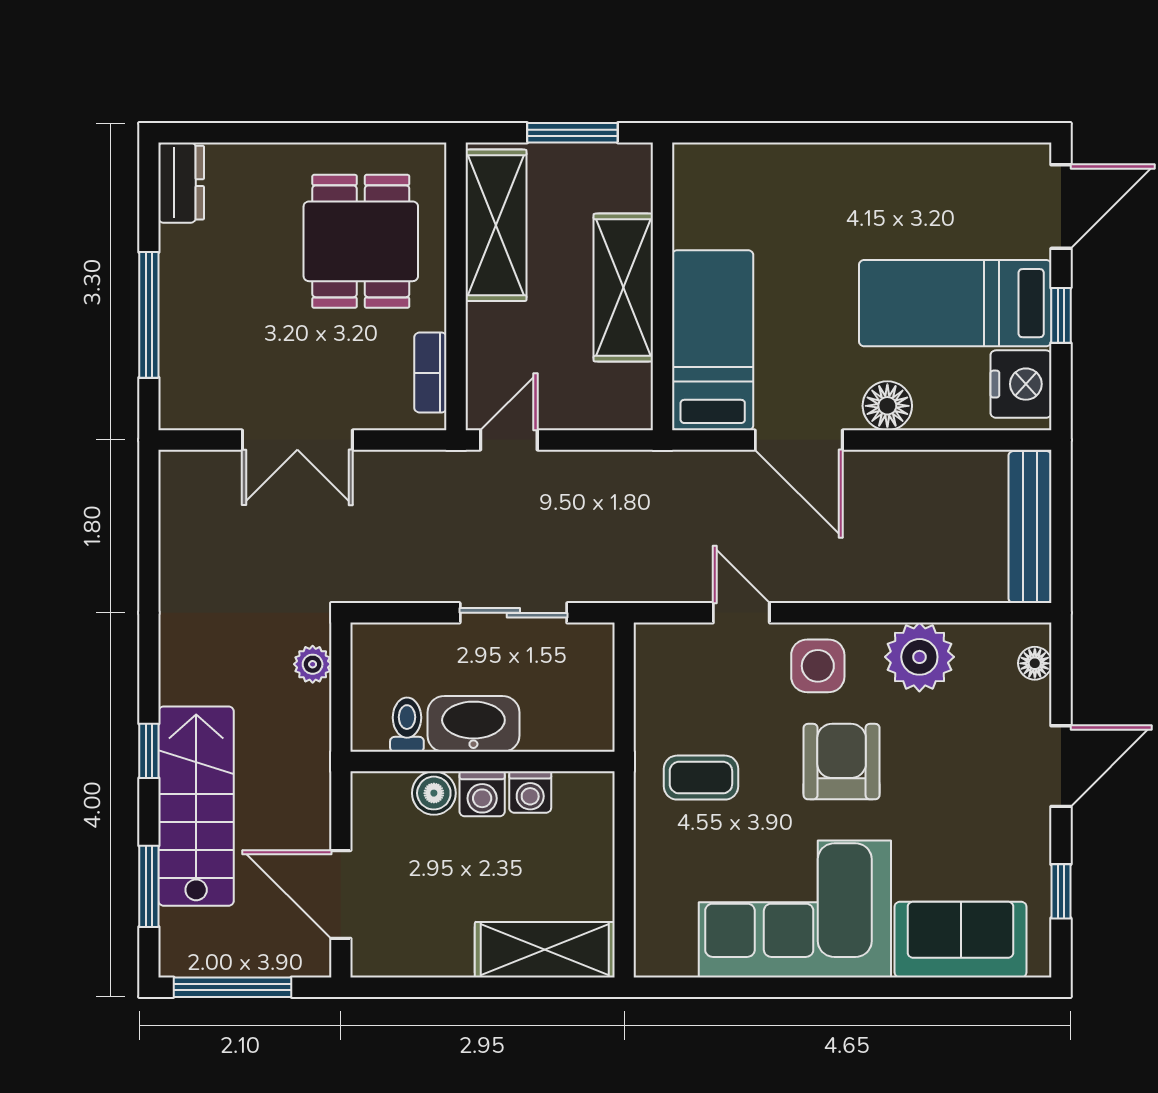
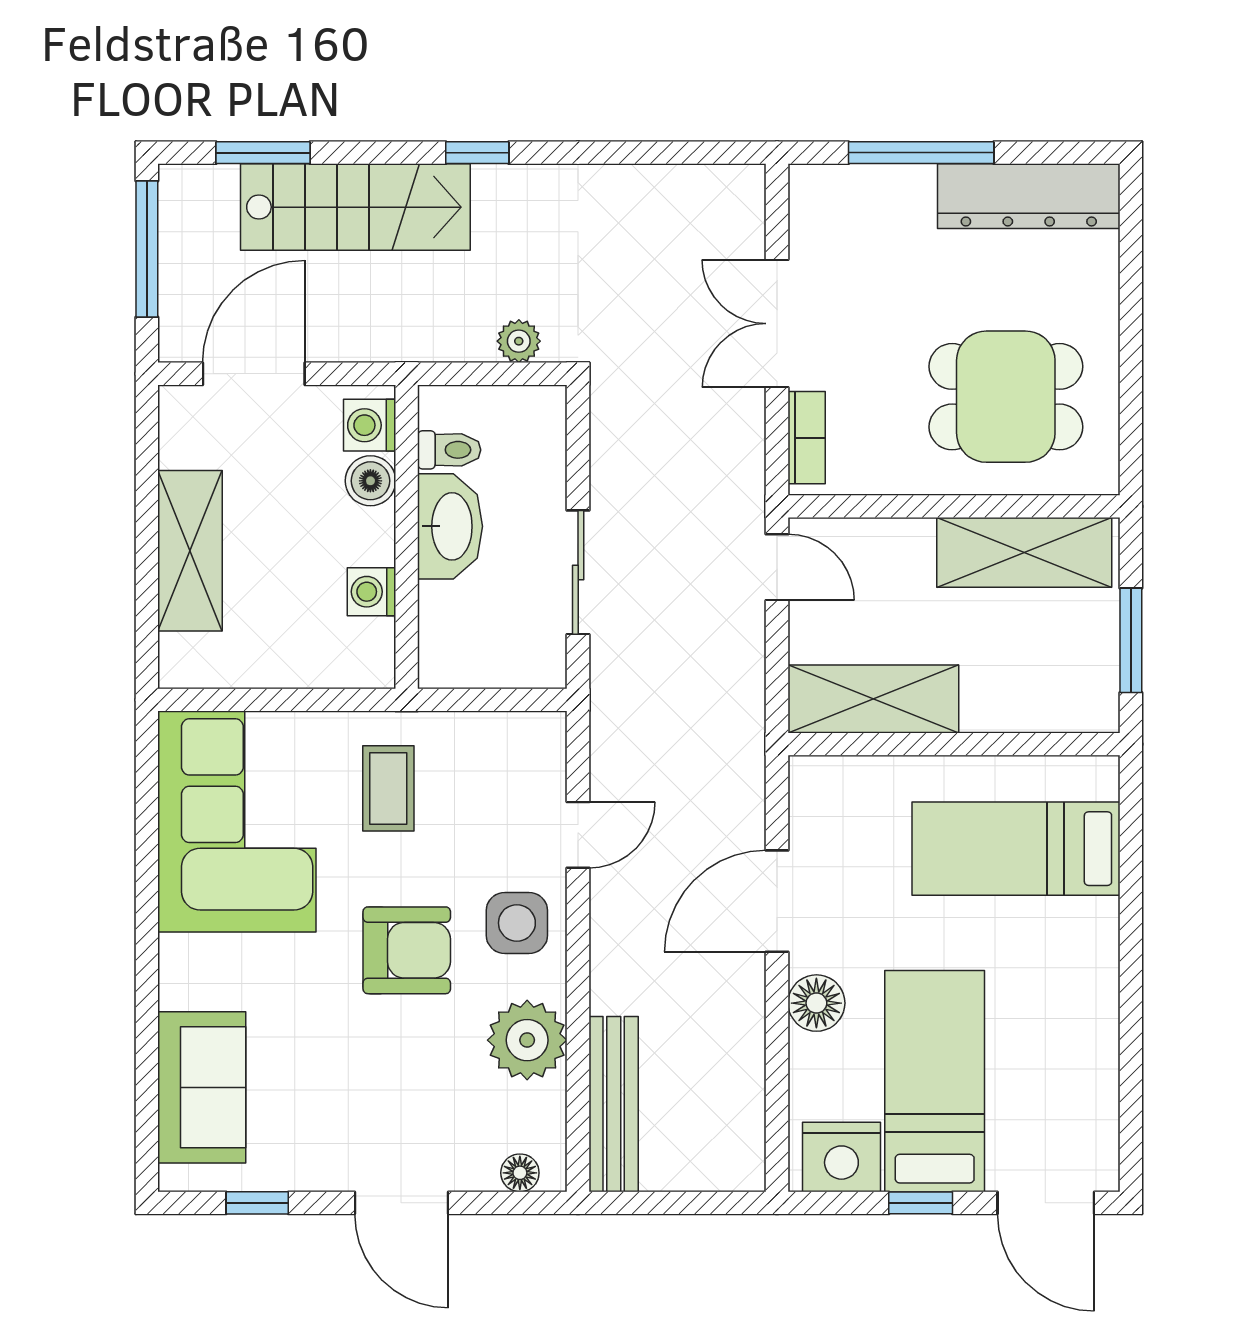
dresser: (181, 183) -> (1029, 196), width x1.96, depth x1.24
shelving: (623, 288) -> (873, 699), moved
bed: (713, 340) -> (1016, 849), moved, turned 180
bookcase: (430, 373) -> (807, 438), moved, turned 90
bench: (1030, 527) -> (614, 1104), moved, turned 90
window: (149, 751) -> (477, 153), moved
washing machine: (482, 794) -> (370, 425), moved
corner sofa: (795, 909) -> (237, 822), moved
shelving: (545, 950) -> (190, 551), moved

